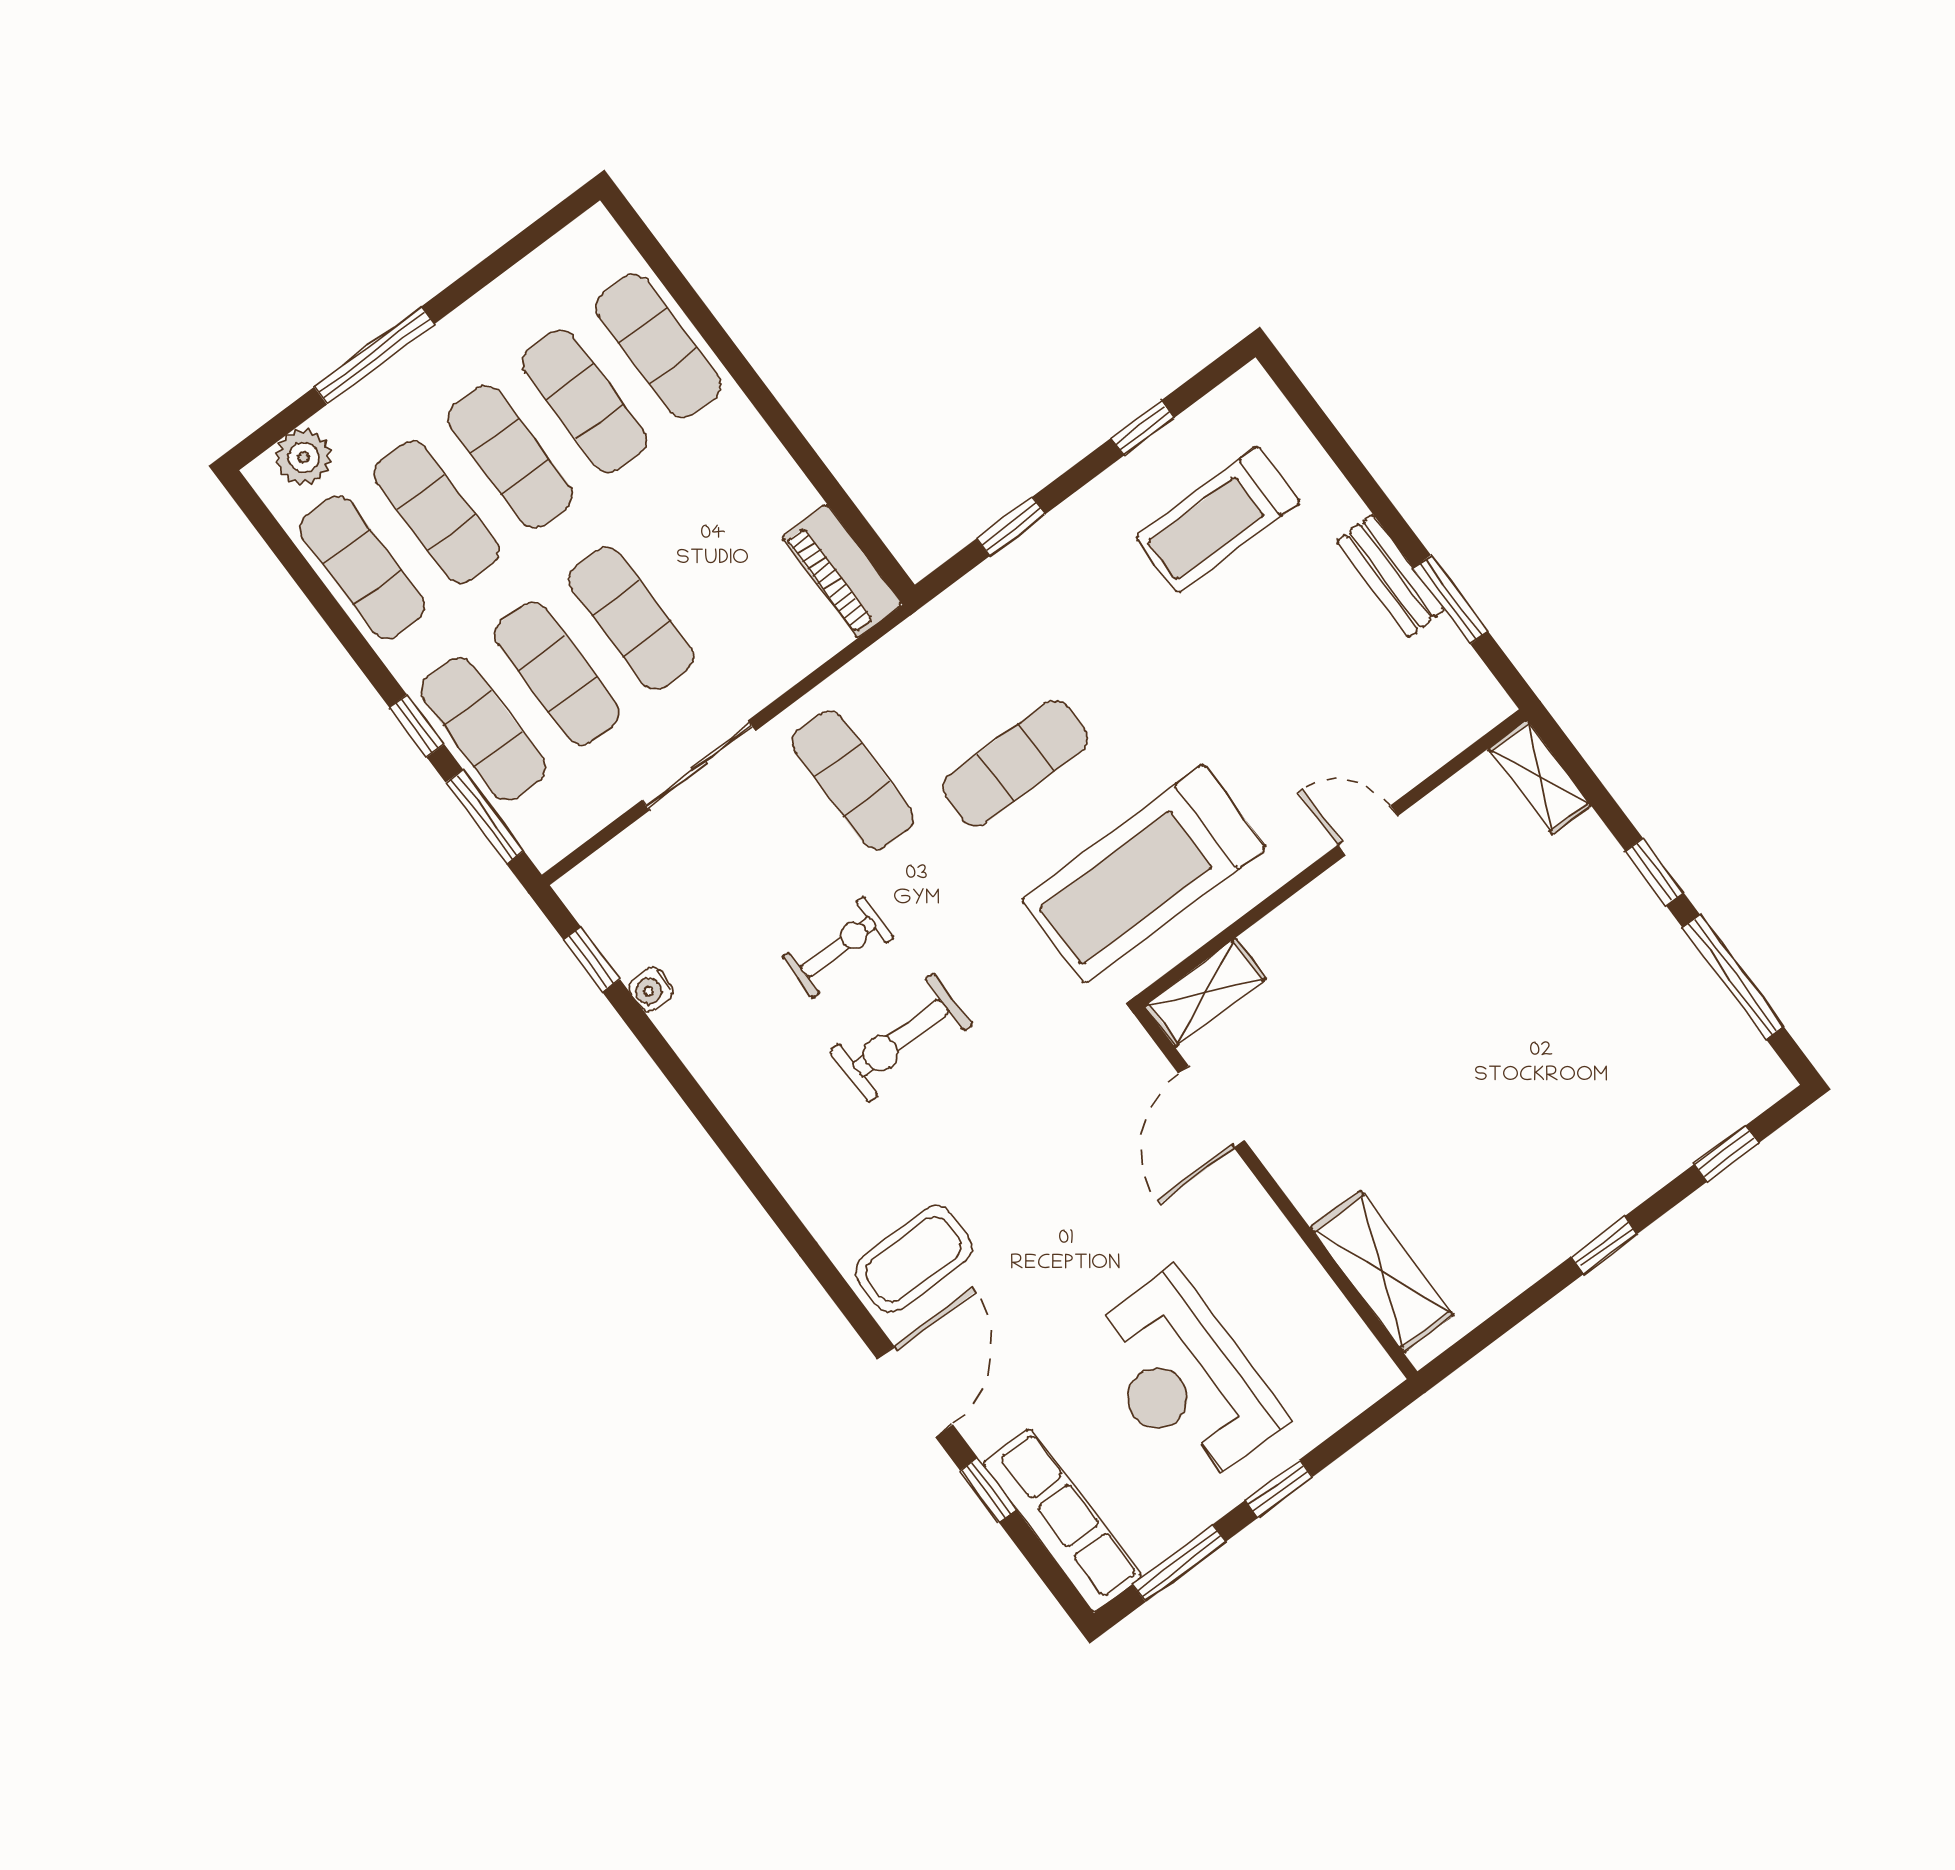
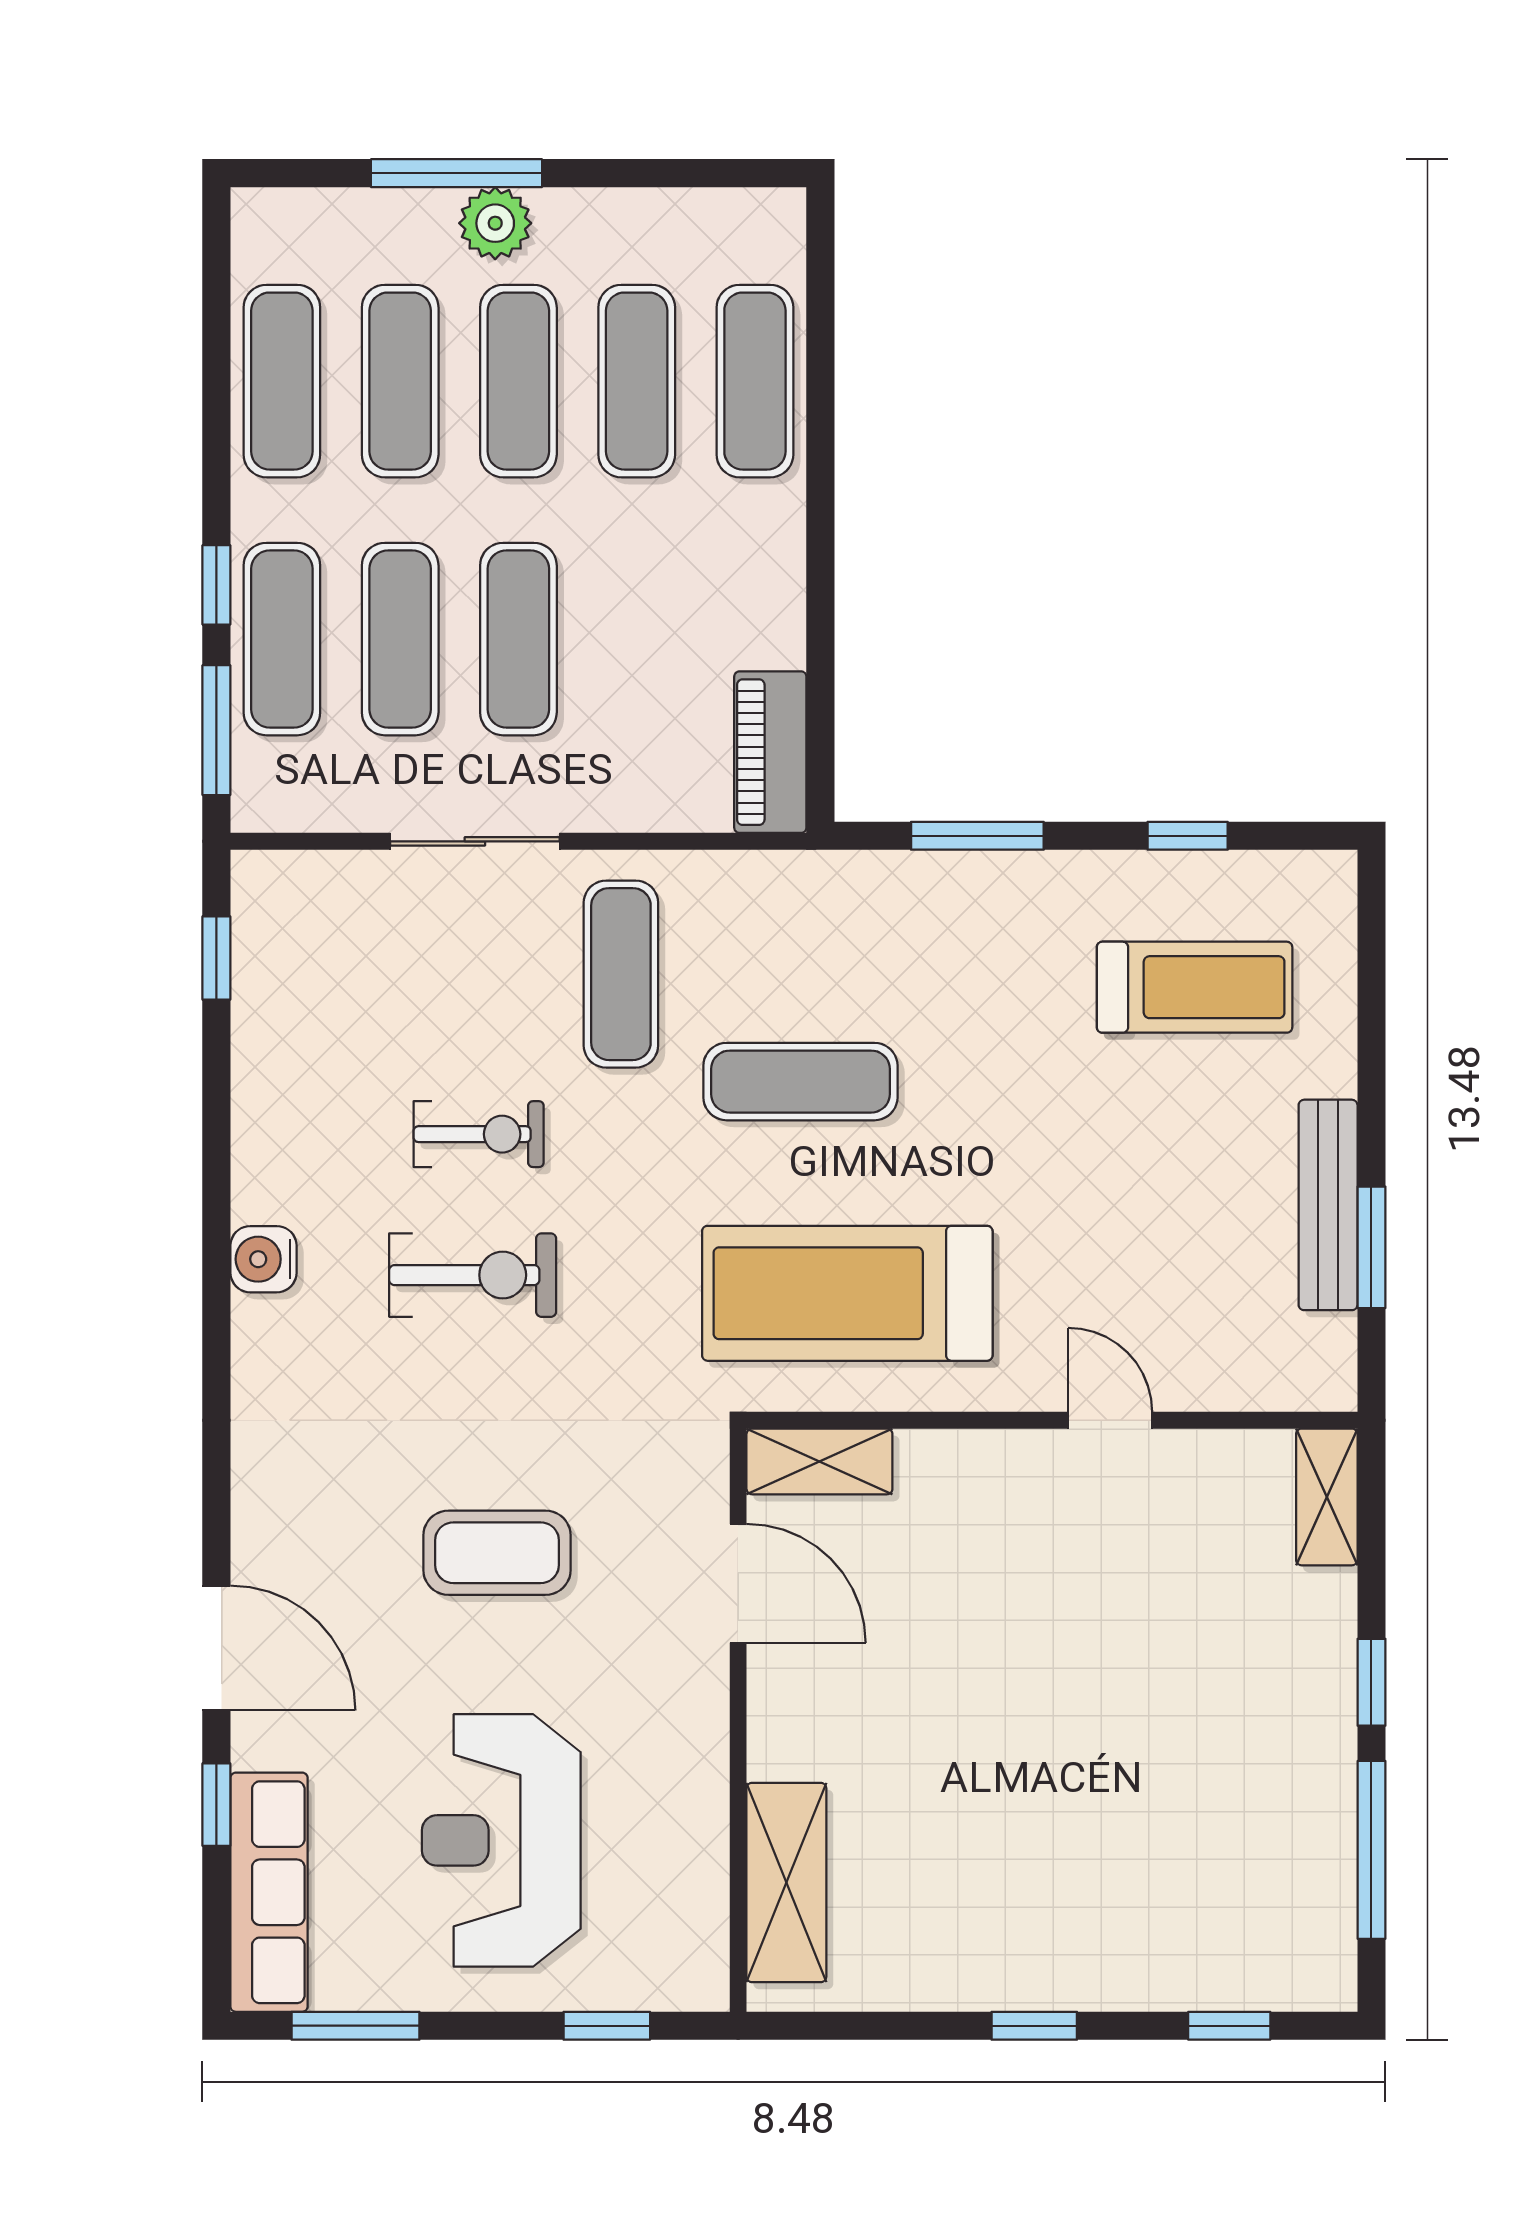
plant: (304, 457) -> (495, 223), moved
treadmill: (1218, 520) -> (1195, 987), turned 180
window: (1011, 526) -> (977, 836), width x1.50
bench: (1390, 576) -> (1328, 1205), width x1.36
water cooler: (651, 989) -> (263, 1259), moved, width x1.38, depth x1.38
exercise bike: (901, 1038) -> (473, 1275), turned 180
door: (1211, 1107) -> (738, 1583), swing flipped
coffee table: (914, 1259) -> (497, 1553), moved
door: (915, 1392) -> (216, 1648), hinge flipped
window: (1279, 1489) -> (607, 2026), moved

